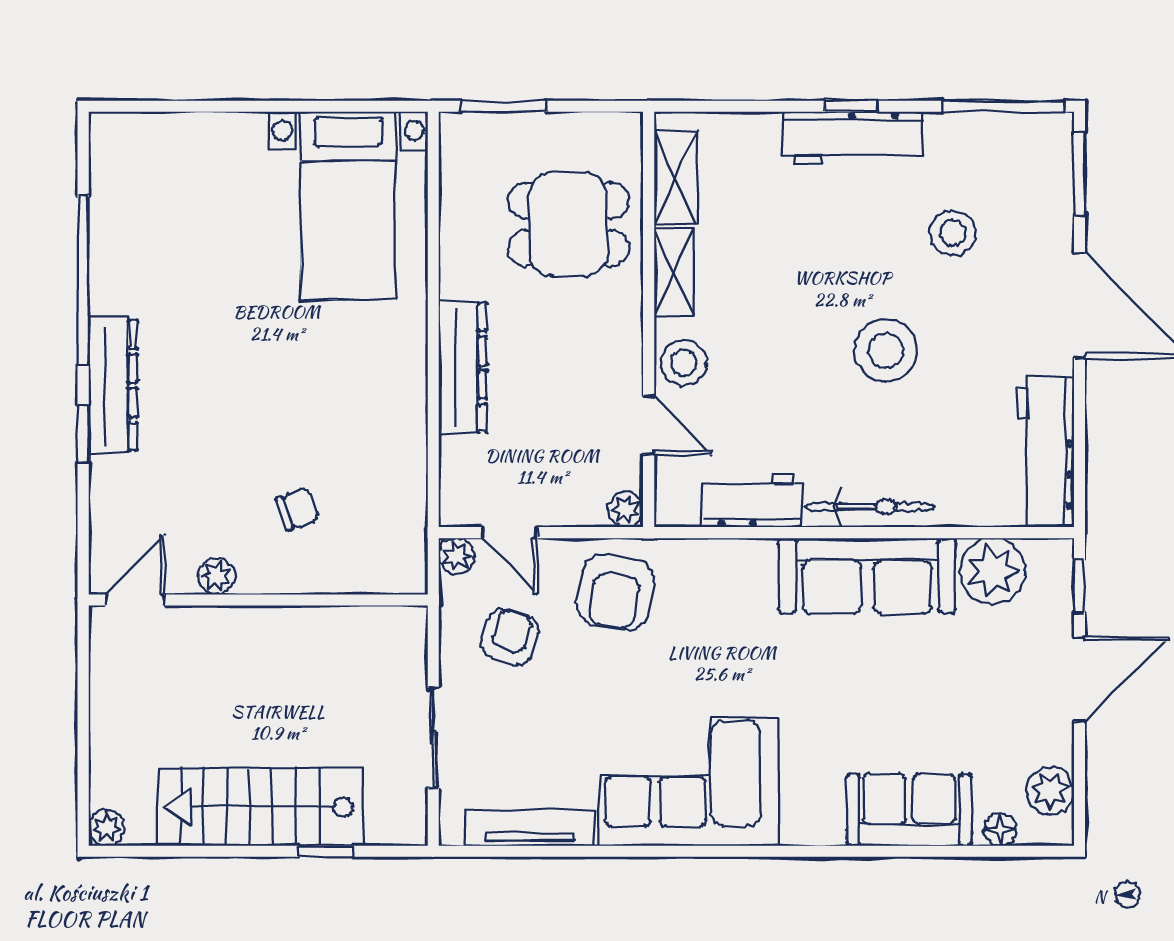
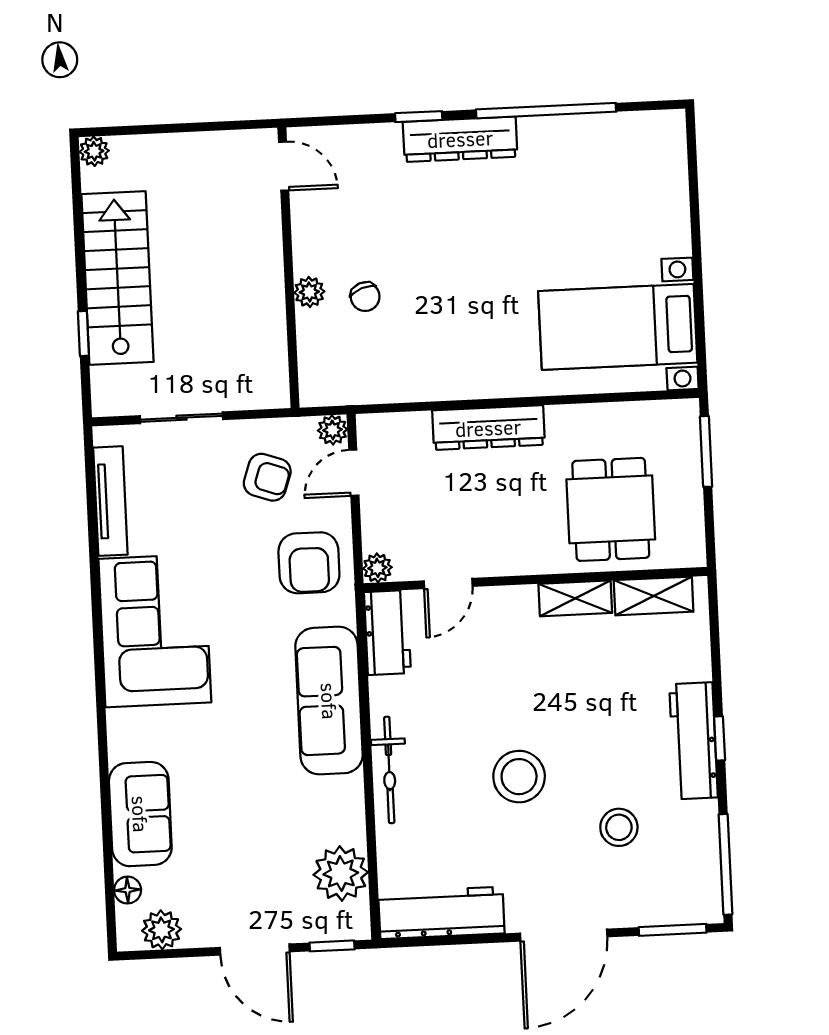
stool: (683, 363) -> (501, 610), removed
workbench: (752, 501) -> (387, 633), moved
plant: (217, 576) -> (309, 292), moved
sofa: (867, 576) -> (329, 701), moved
armchair: (616, 592) -> (309, 563), turned -100

